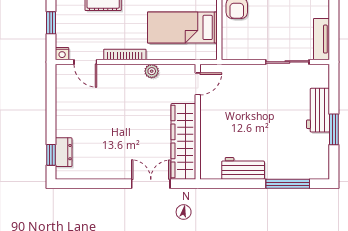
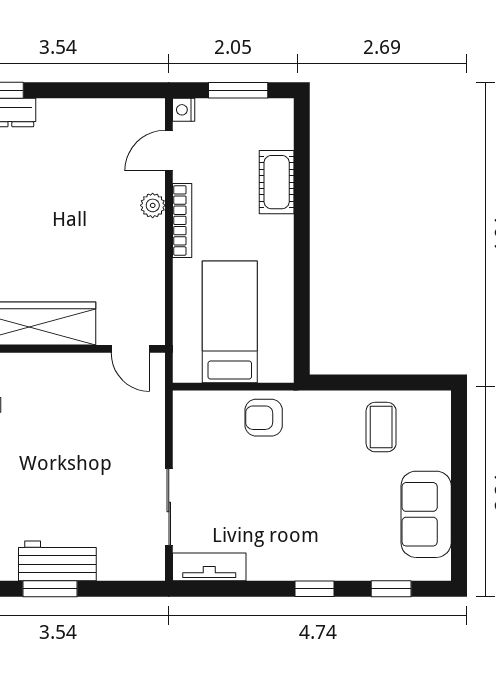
window: (51, 23) -> (238, 90), width x1.50
plant: (152, 71) -> (153, 205), moved
workbench: (318, 110) -> (57, 561), moved

